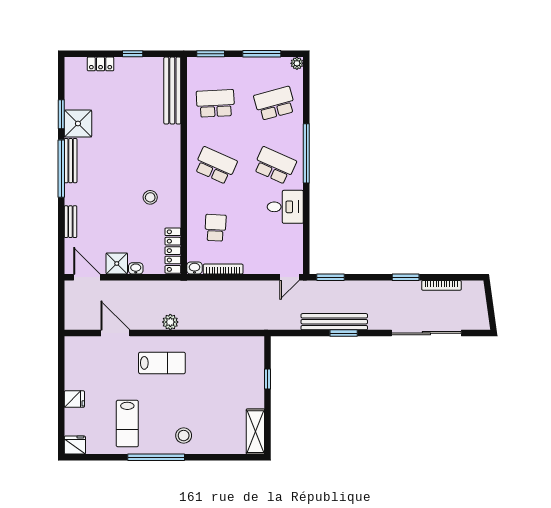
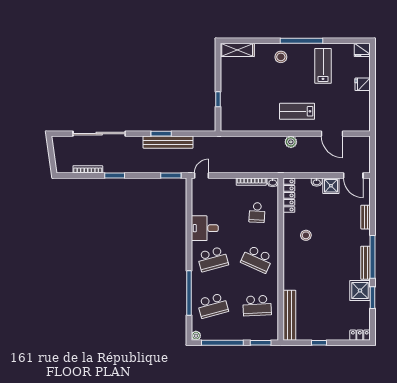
window: (262, 54) -> (222, 343), width x1.46
locker: (101, 64) -> (360, 335), moved
window: (306, 153) -> (189, 293), moved
school desk: (275, 166) -> (213, 259), turned -39
shelving: (255, 432) -> (237, 50), moved, turned 90

